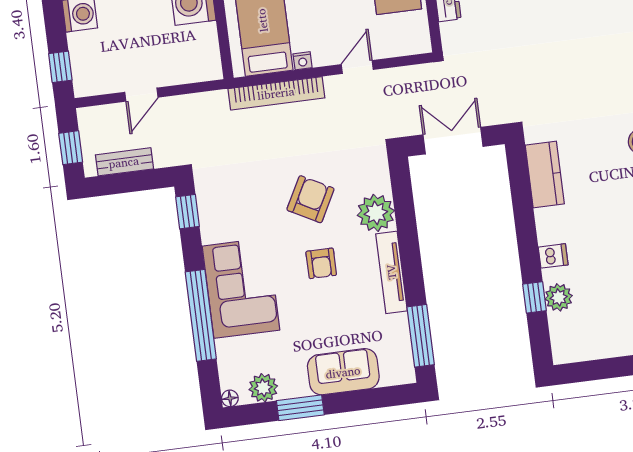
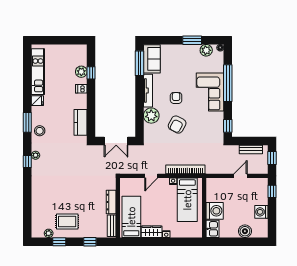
sofa: (343, 372) -> (152, 59), moved, turned -90

